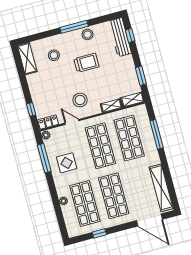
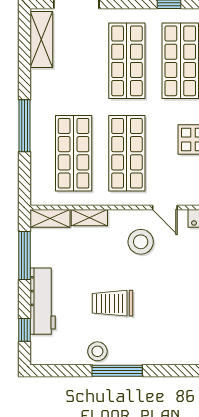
workbench: (120, 37) -> (43, 301), moved
stool: (54, 55) -> (165, 331), removed
window: (141, 76) -> (24, 255), width x1.44
window: (157, 134) -> (24, 126), moved
shelving: (161, 188) -> (41, 40), width x0.68

